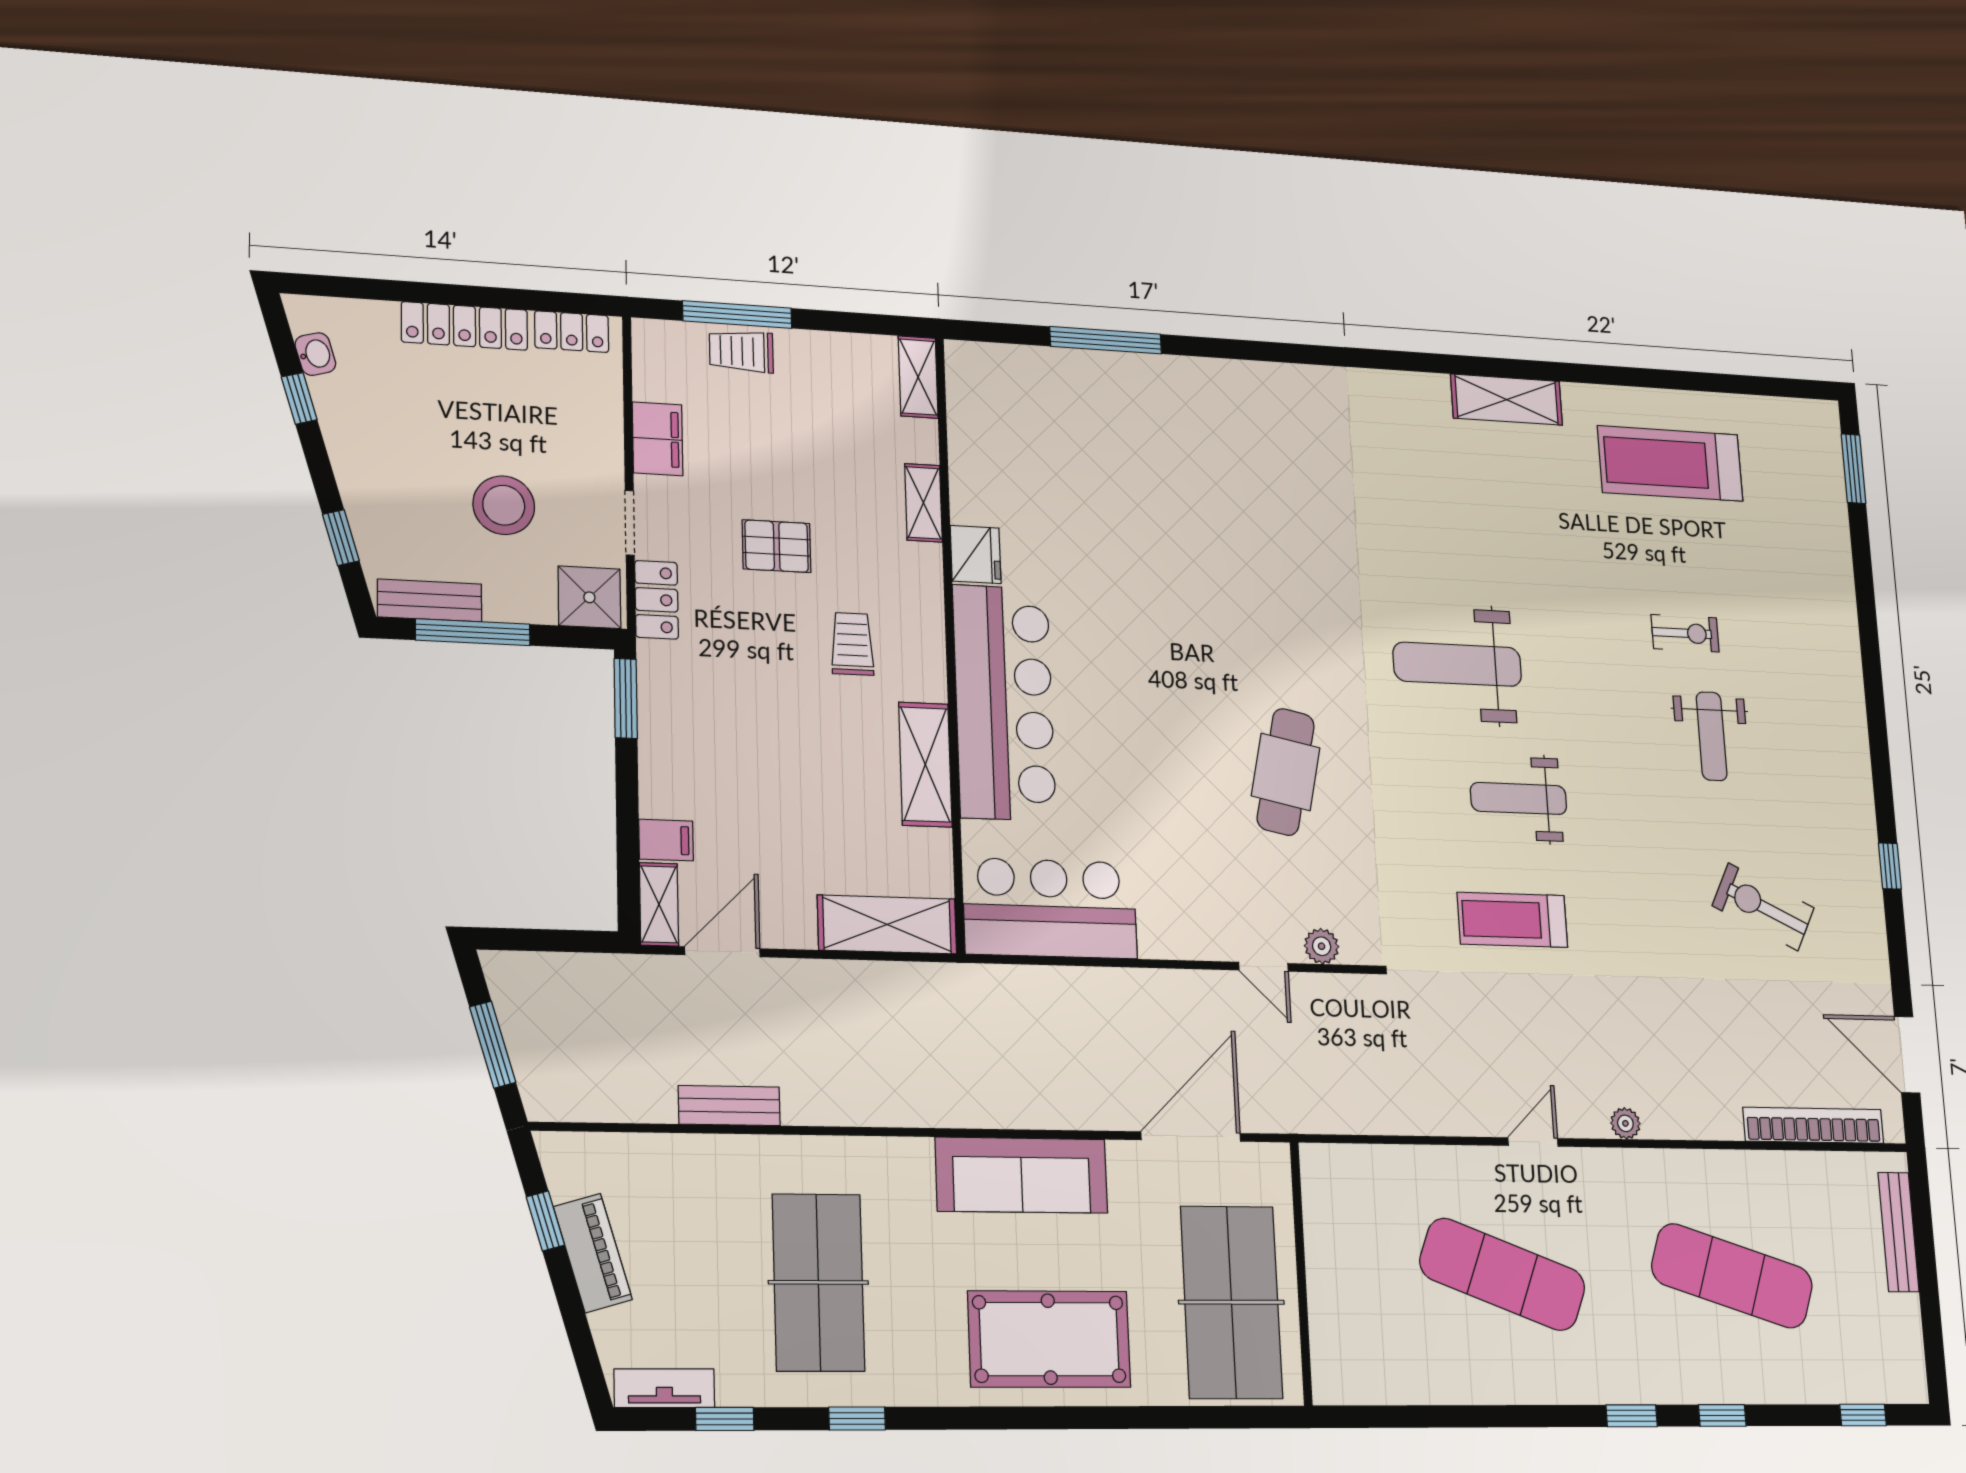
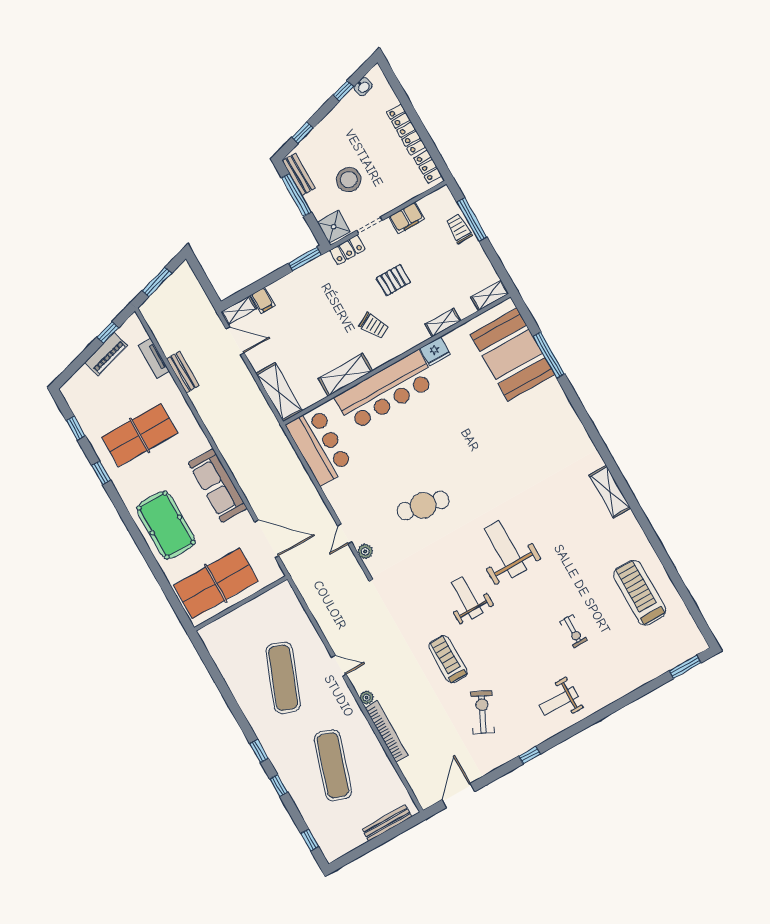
shelving: (1507, 400) -> (610, 492), moved
booth: (1066, 409) -> (512, 354), added
pallet: (777, 546) -> (393, 280), turned 90
trolley: (852, 644) -> (374, 326), turned 61
weight bench: (1712, 736) -> (559, 701), moved
treadmill: (1512, 920) -> (448, 659), moved
bookcase: (1813, 1125) -> (387, 732), moved
tv unit: (664, 1388) -> (154, 358), moved, turned 180

